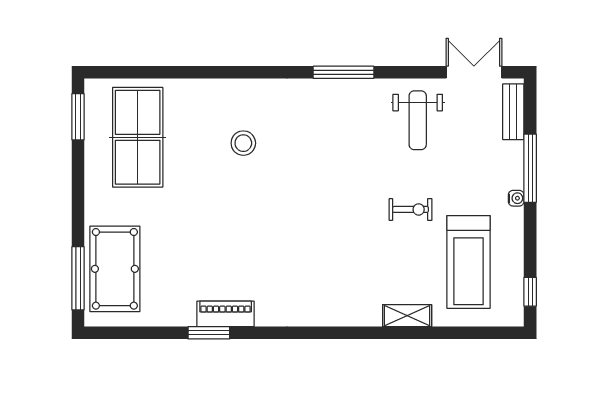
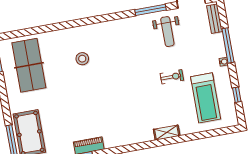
window: (343, 72) -> (150, 10), moved
window: (530, 292) -> (237, 95), moved
shelving: (407, 316) -> (167, 133), moved

